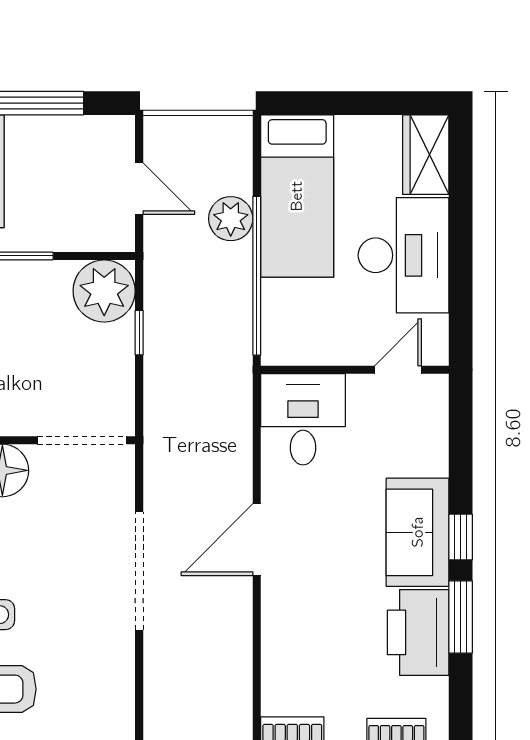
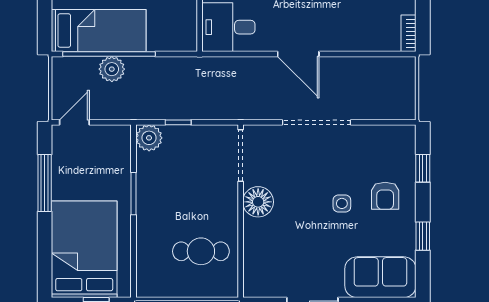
door: (139, 189) -> (74, 122), moved
window: (257, 276) -> (109, 54), moved
plant: (104, 291) -> (149, 138), width x0.73, depth x0.73

